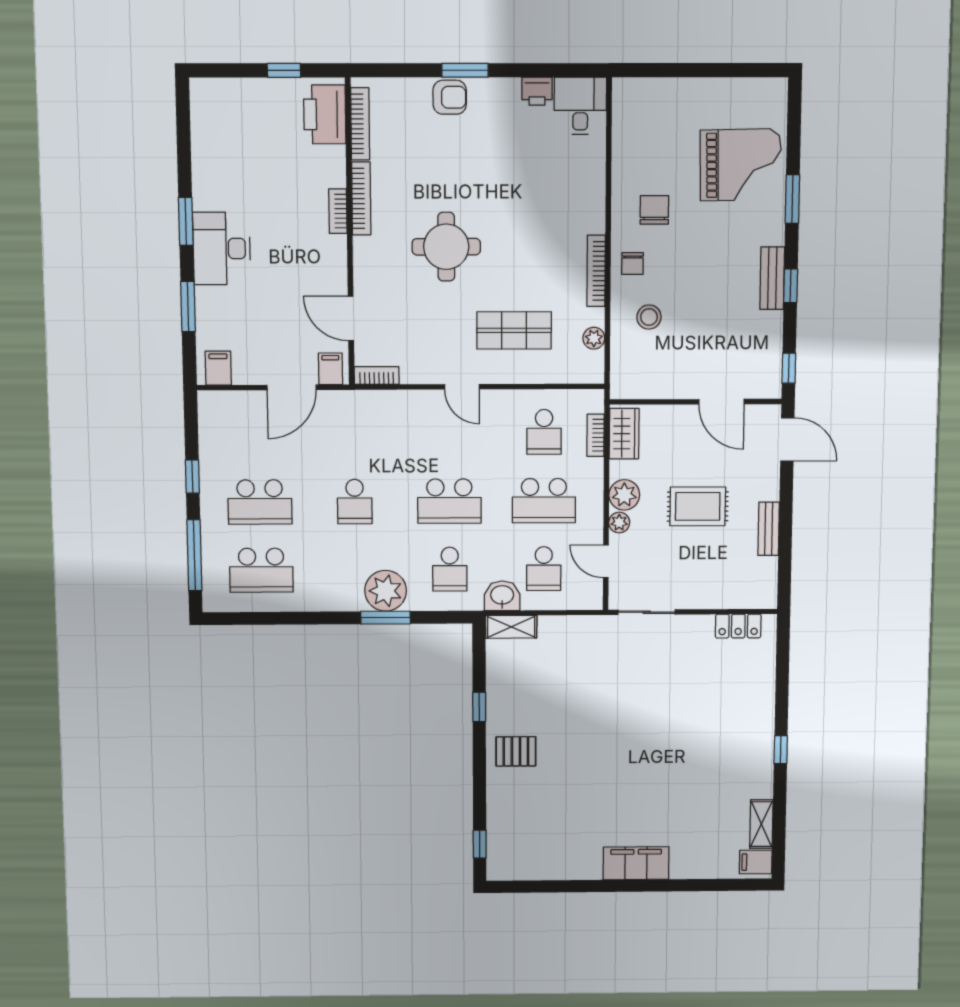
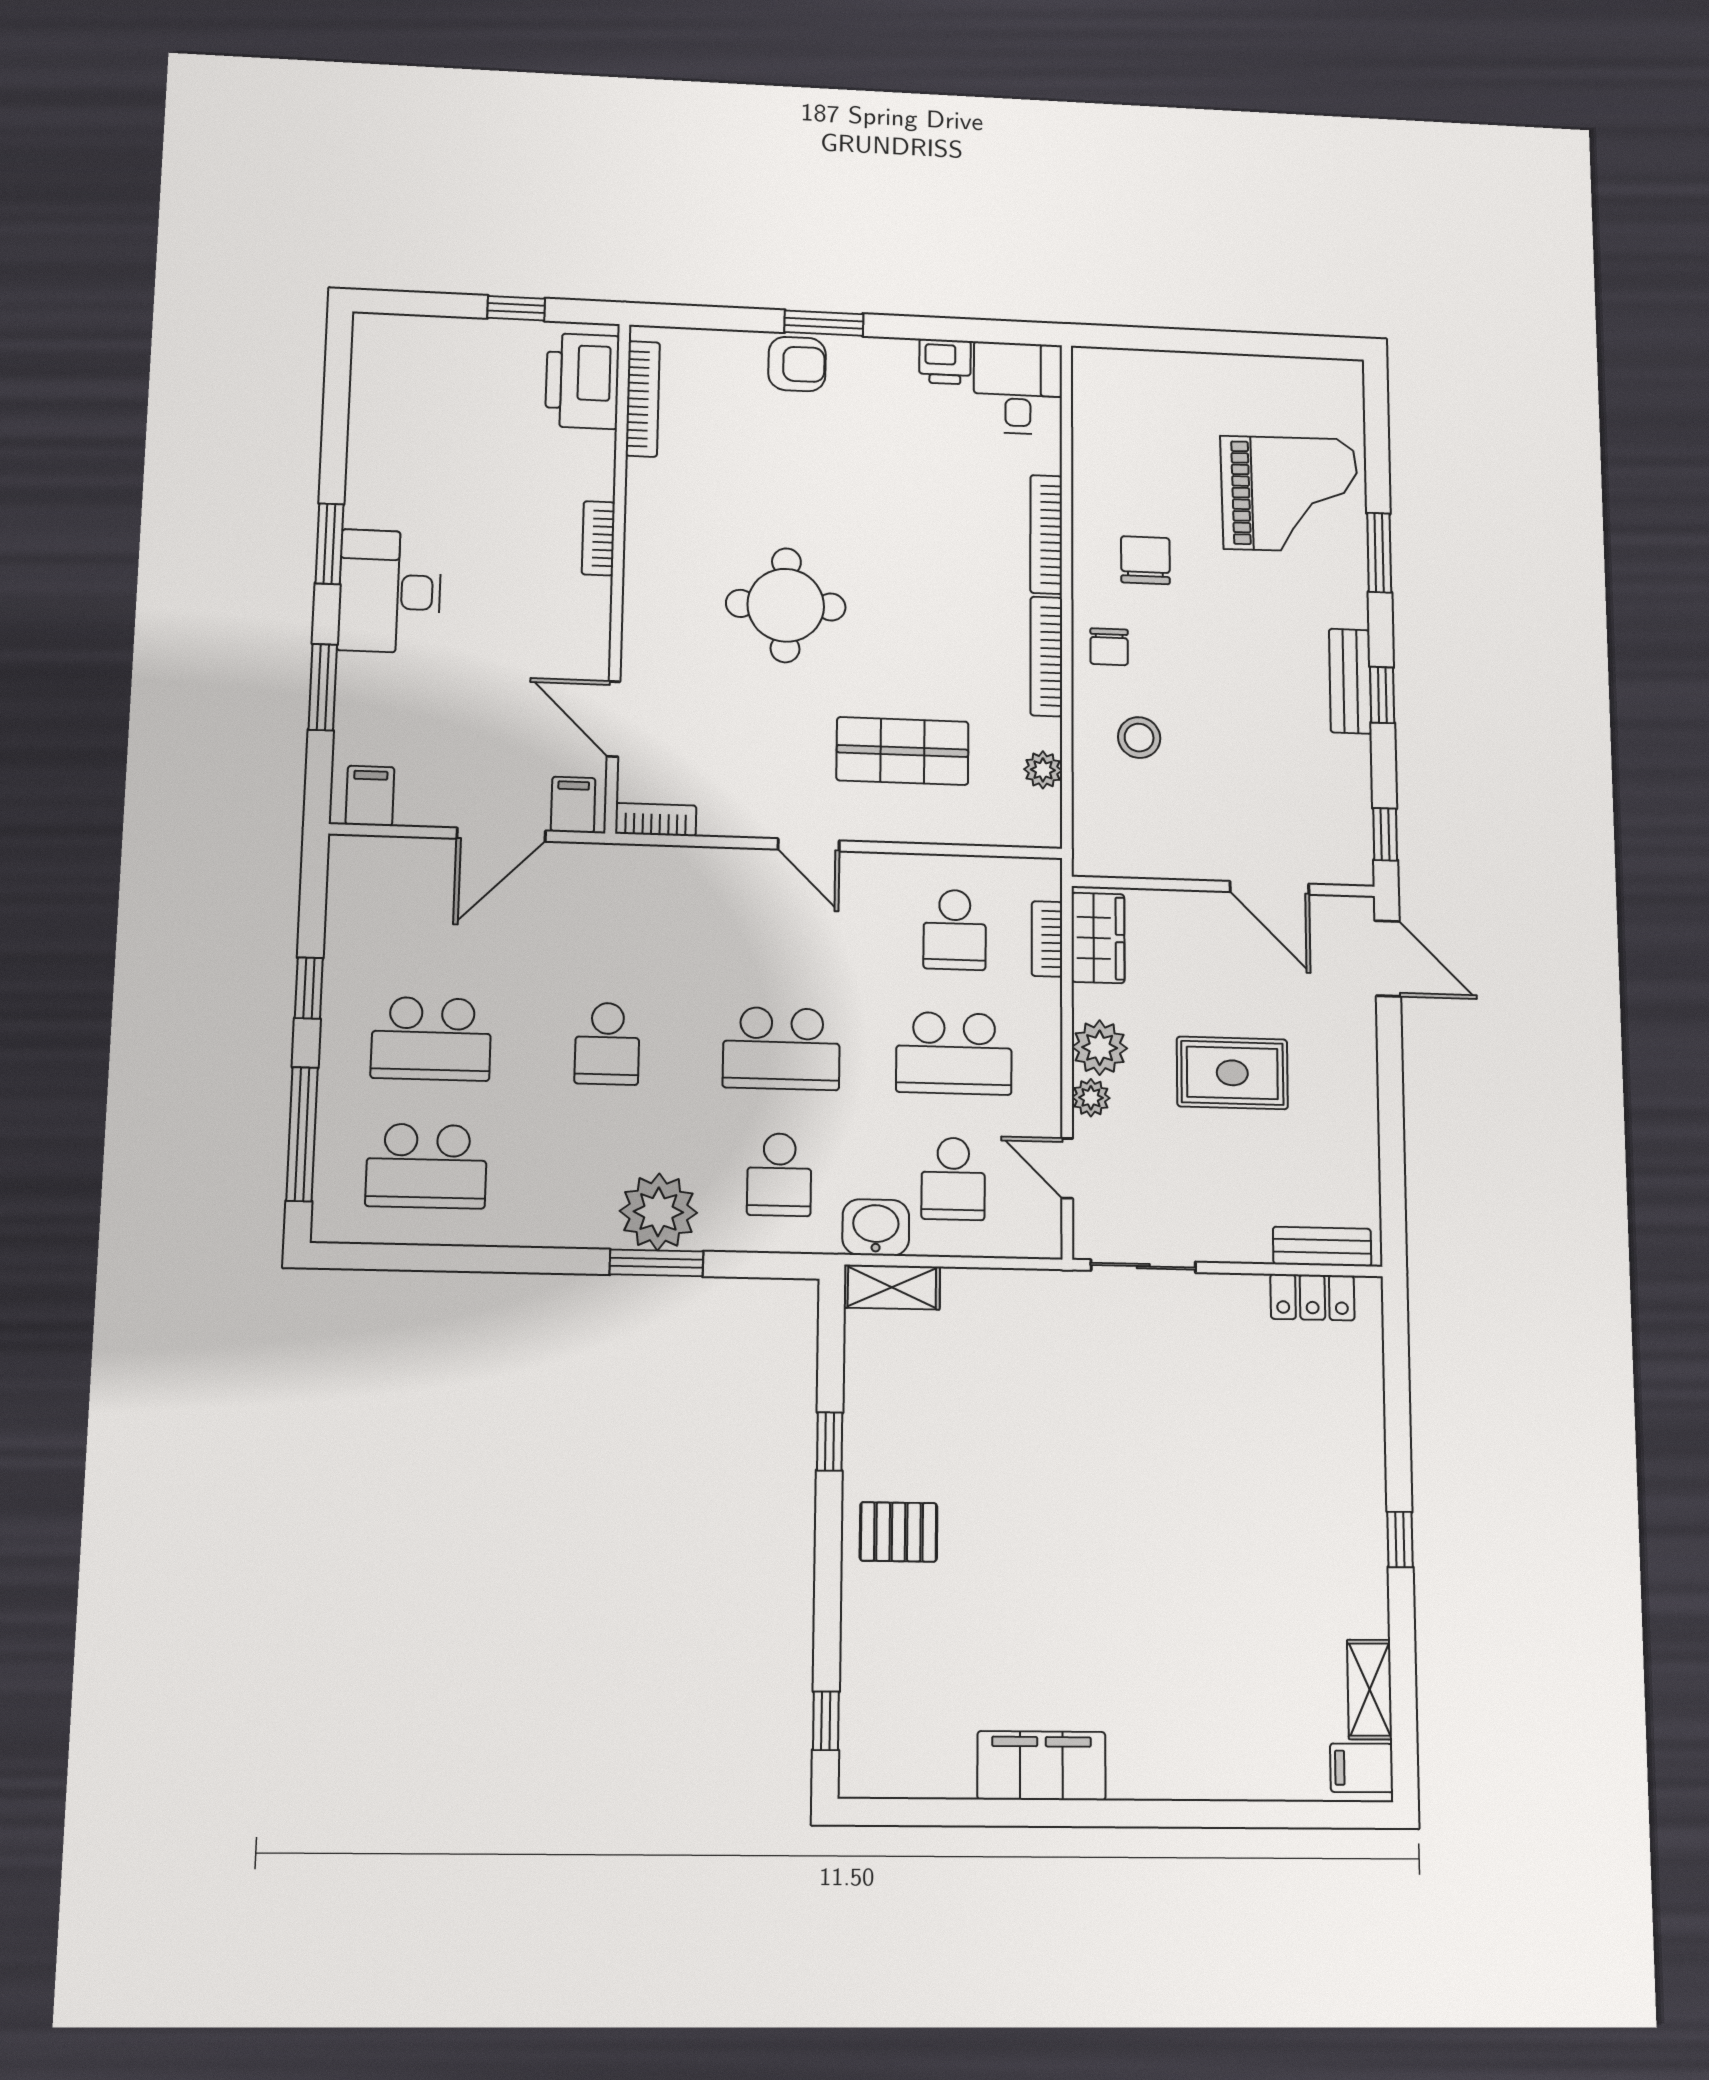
bookcase: (361, 199) -> (1046, 534), moved, turned 180
bench: (769, 529) -> (1322, 1246), moved, turned 90
filing cabinet: (636, 863) -> (1041, 1766), moved

